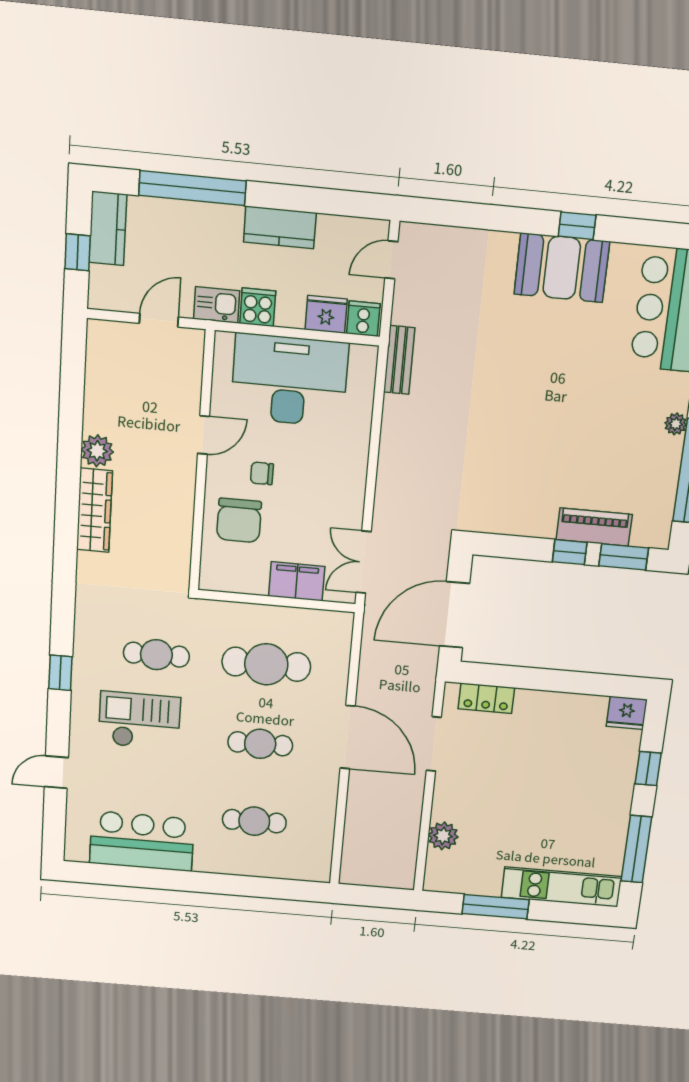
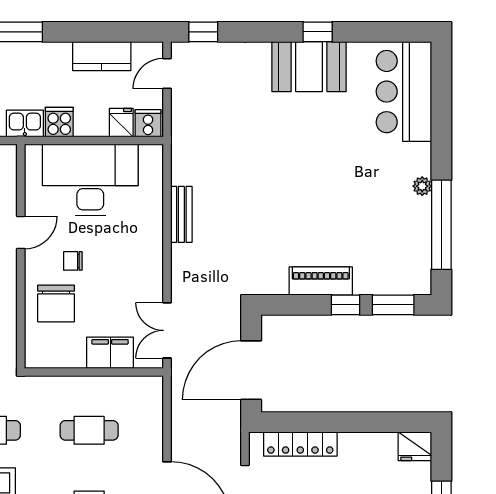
window: (440, 212) -> (203, 32), added
kitchen counter: (280, 227) -> (102, 56), moved
fridge: (326, 314) -> (121, 123), width x0.72
bench: (399, 360) -> (181, 214), moved
piano: (594, 527) -> (321, 281), moved
cafe table: (266, 664) -> (89, 430), width x0.73, depth x0.74
locker: (486, 698) -> (300, 444), width x1.53

